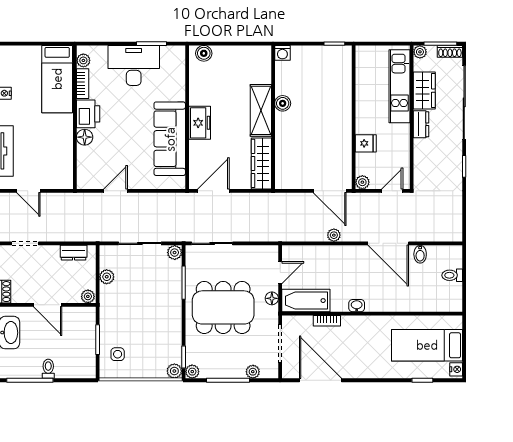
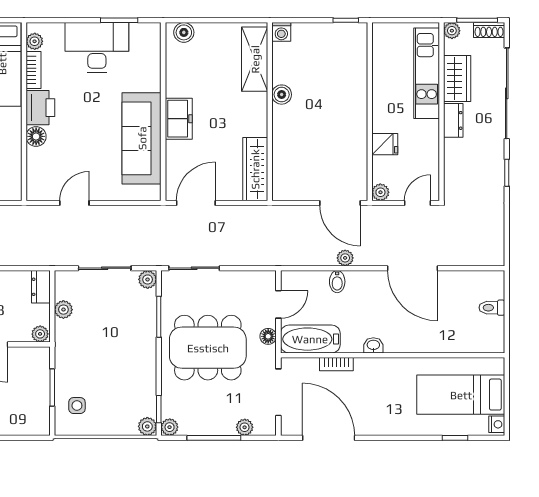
shelving: (261, 110) -> (255, 59), moved
dresser: (74, 253) -> (41, 287), moved, turned 90
bidet: (420, 254) -> (337, 282), moved

